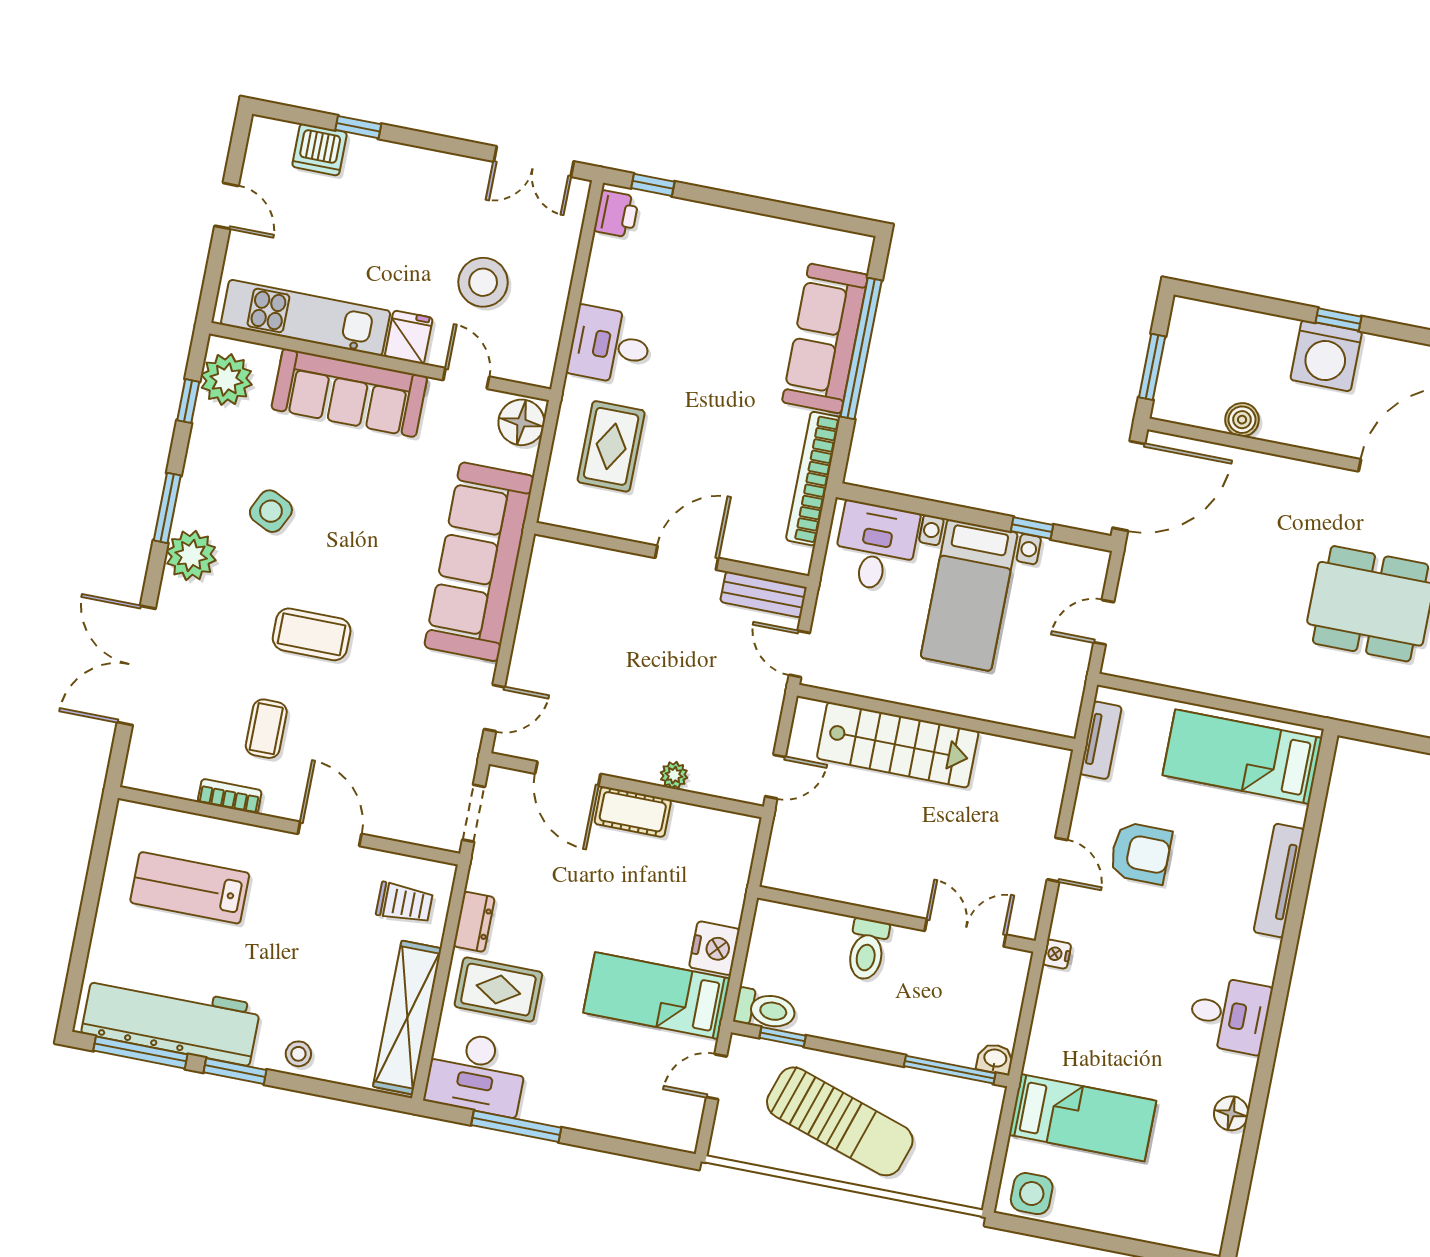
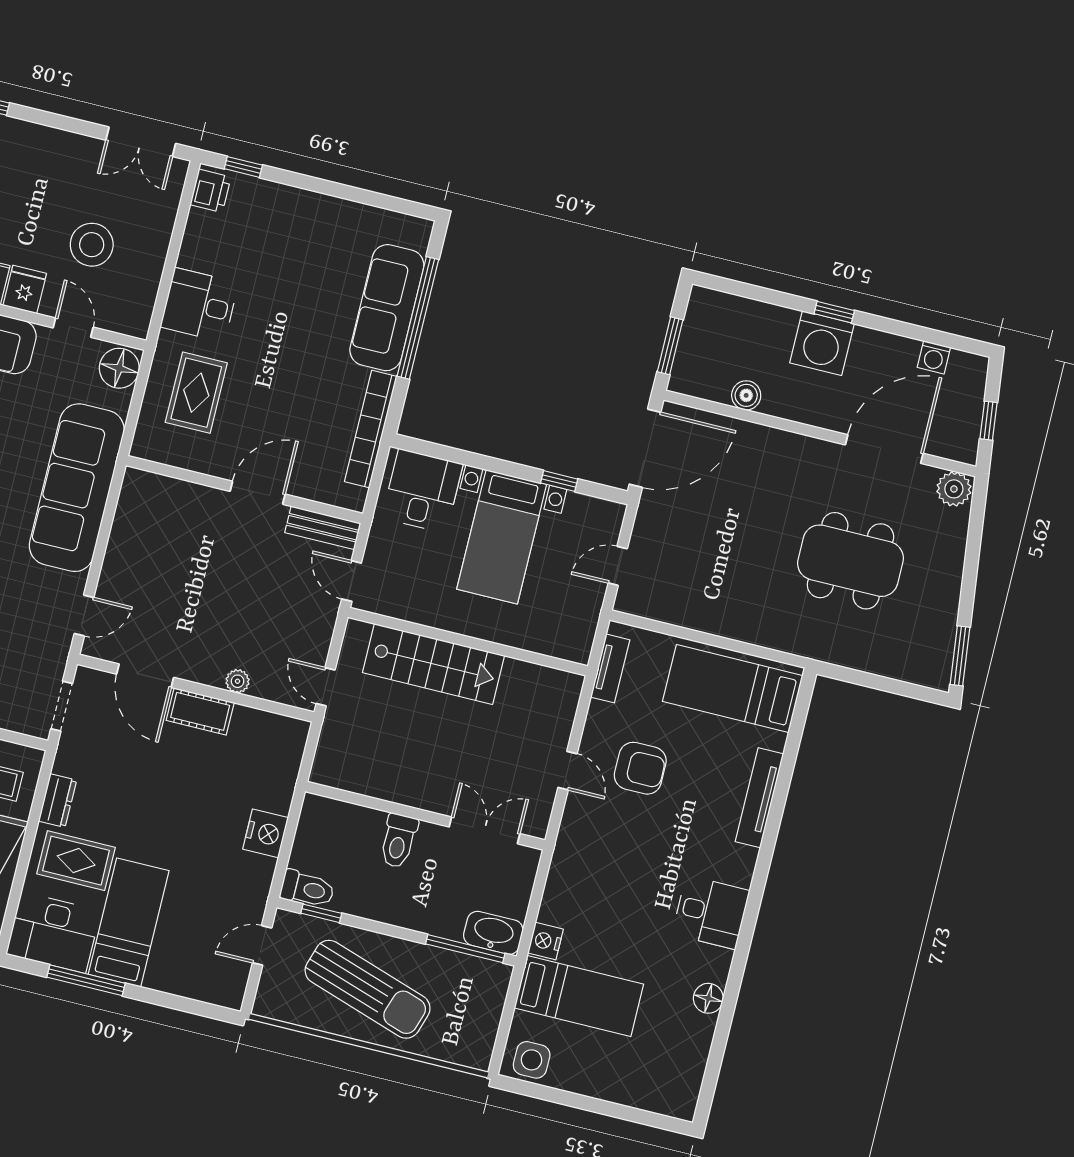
door: (775, 777) -> (326, 687), swing flipped
nightstand: (1057, 954) -> (545, 941), moved, width x1.39, depth x1.35
bed: (657, 996) -> (129, 922), moved, turned 90
washbasin: (995, 1059) -> (493, 933), width x1.91, depth x1.45

